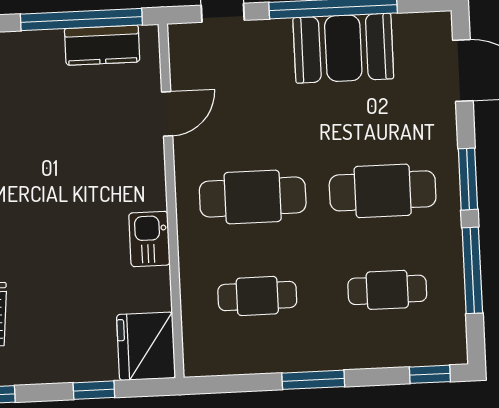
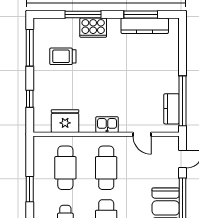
kitchen sink: (149, 239) -> (107, 125), moved
cafe table: (257, 296) -> (65, 168), width x1.37, depth x1.35
fridge: (146, 346) -> (65, 121), moved

